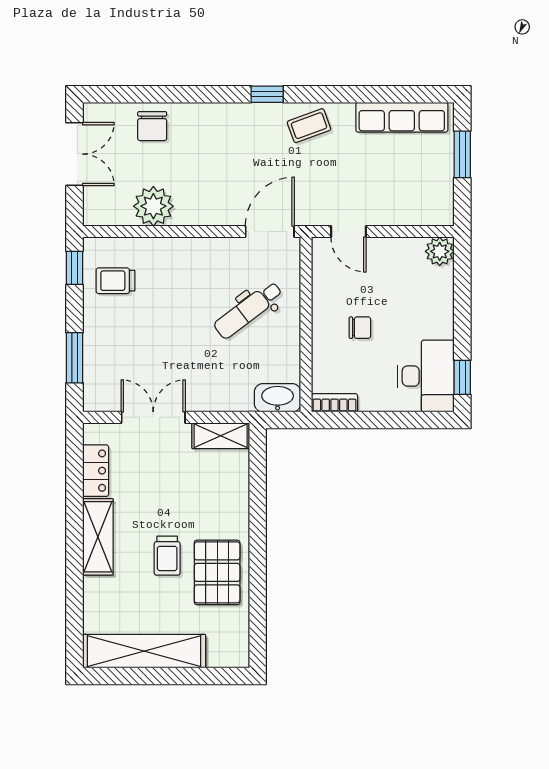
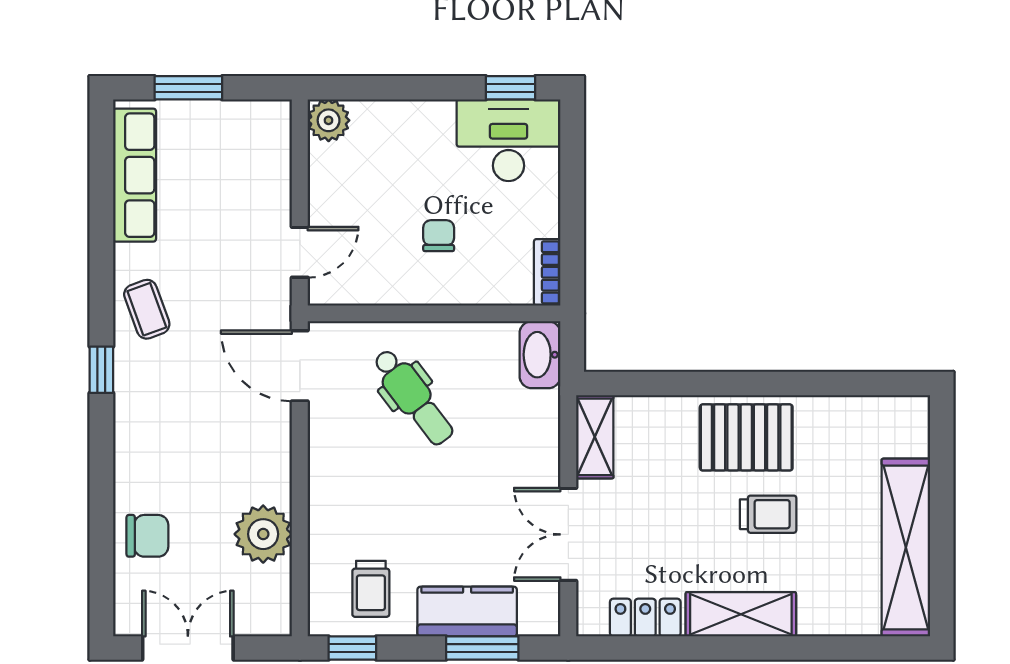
kitchen counter: (100, 347) -> (467, 612), added
pallet: (217, 572) -> (746, 437), moved

